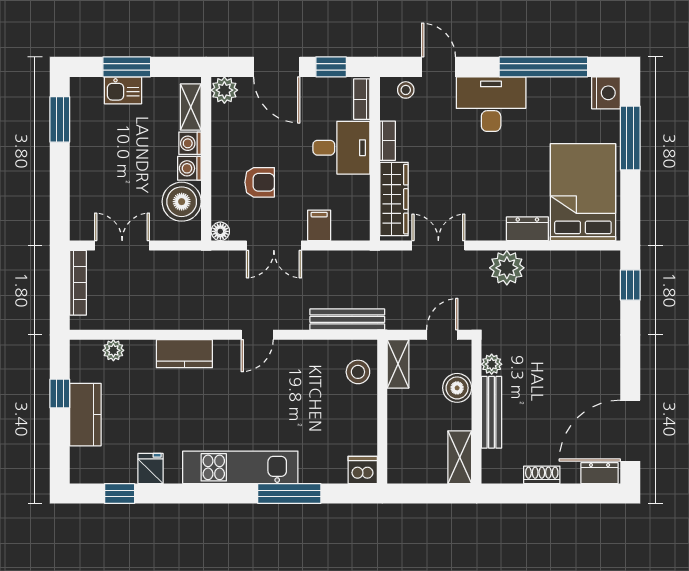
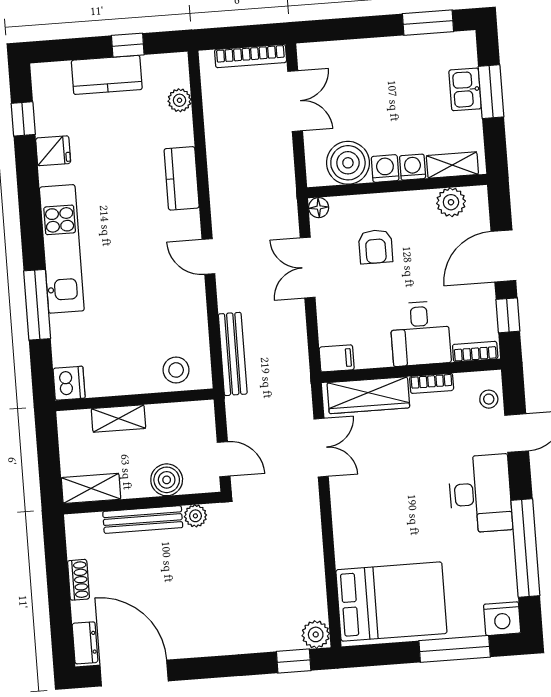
plant: (224, 90) -> (451, 202), moved
filing cabinet: (319, 225) -> (337, 358), moved
dresser: (527, 229) -> (347, 544), removed
plant: (507, 268) -> (316, 634), moved, width x0.73, depth x0.73
shelving: (398, 364) -> (118, 418), moved

